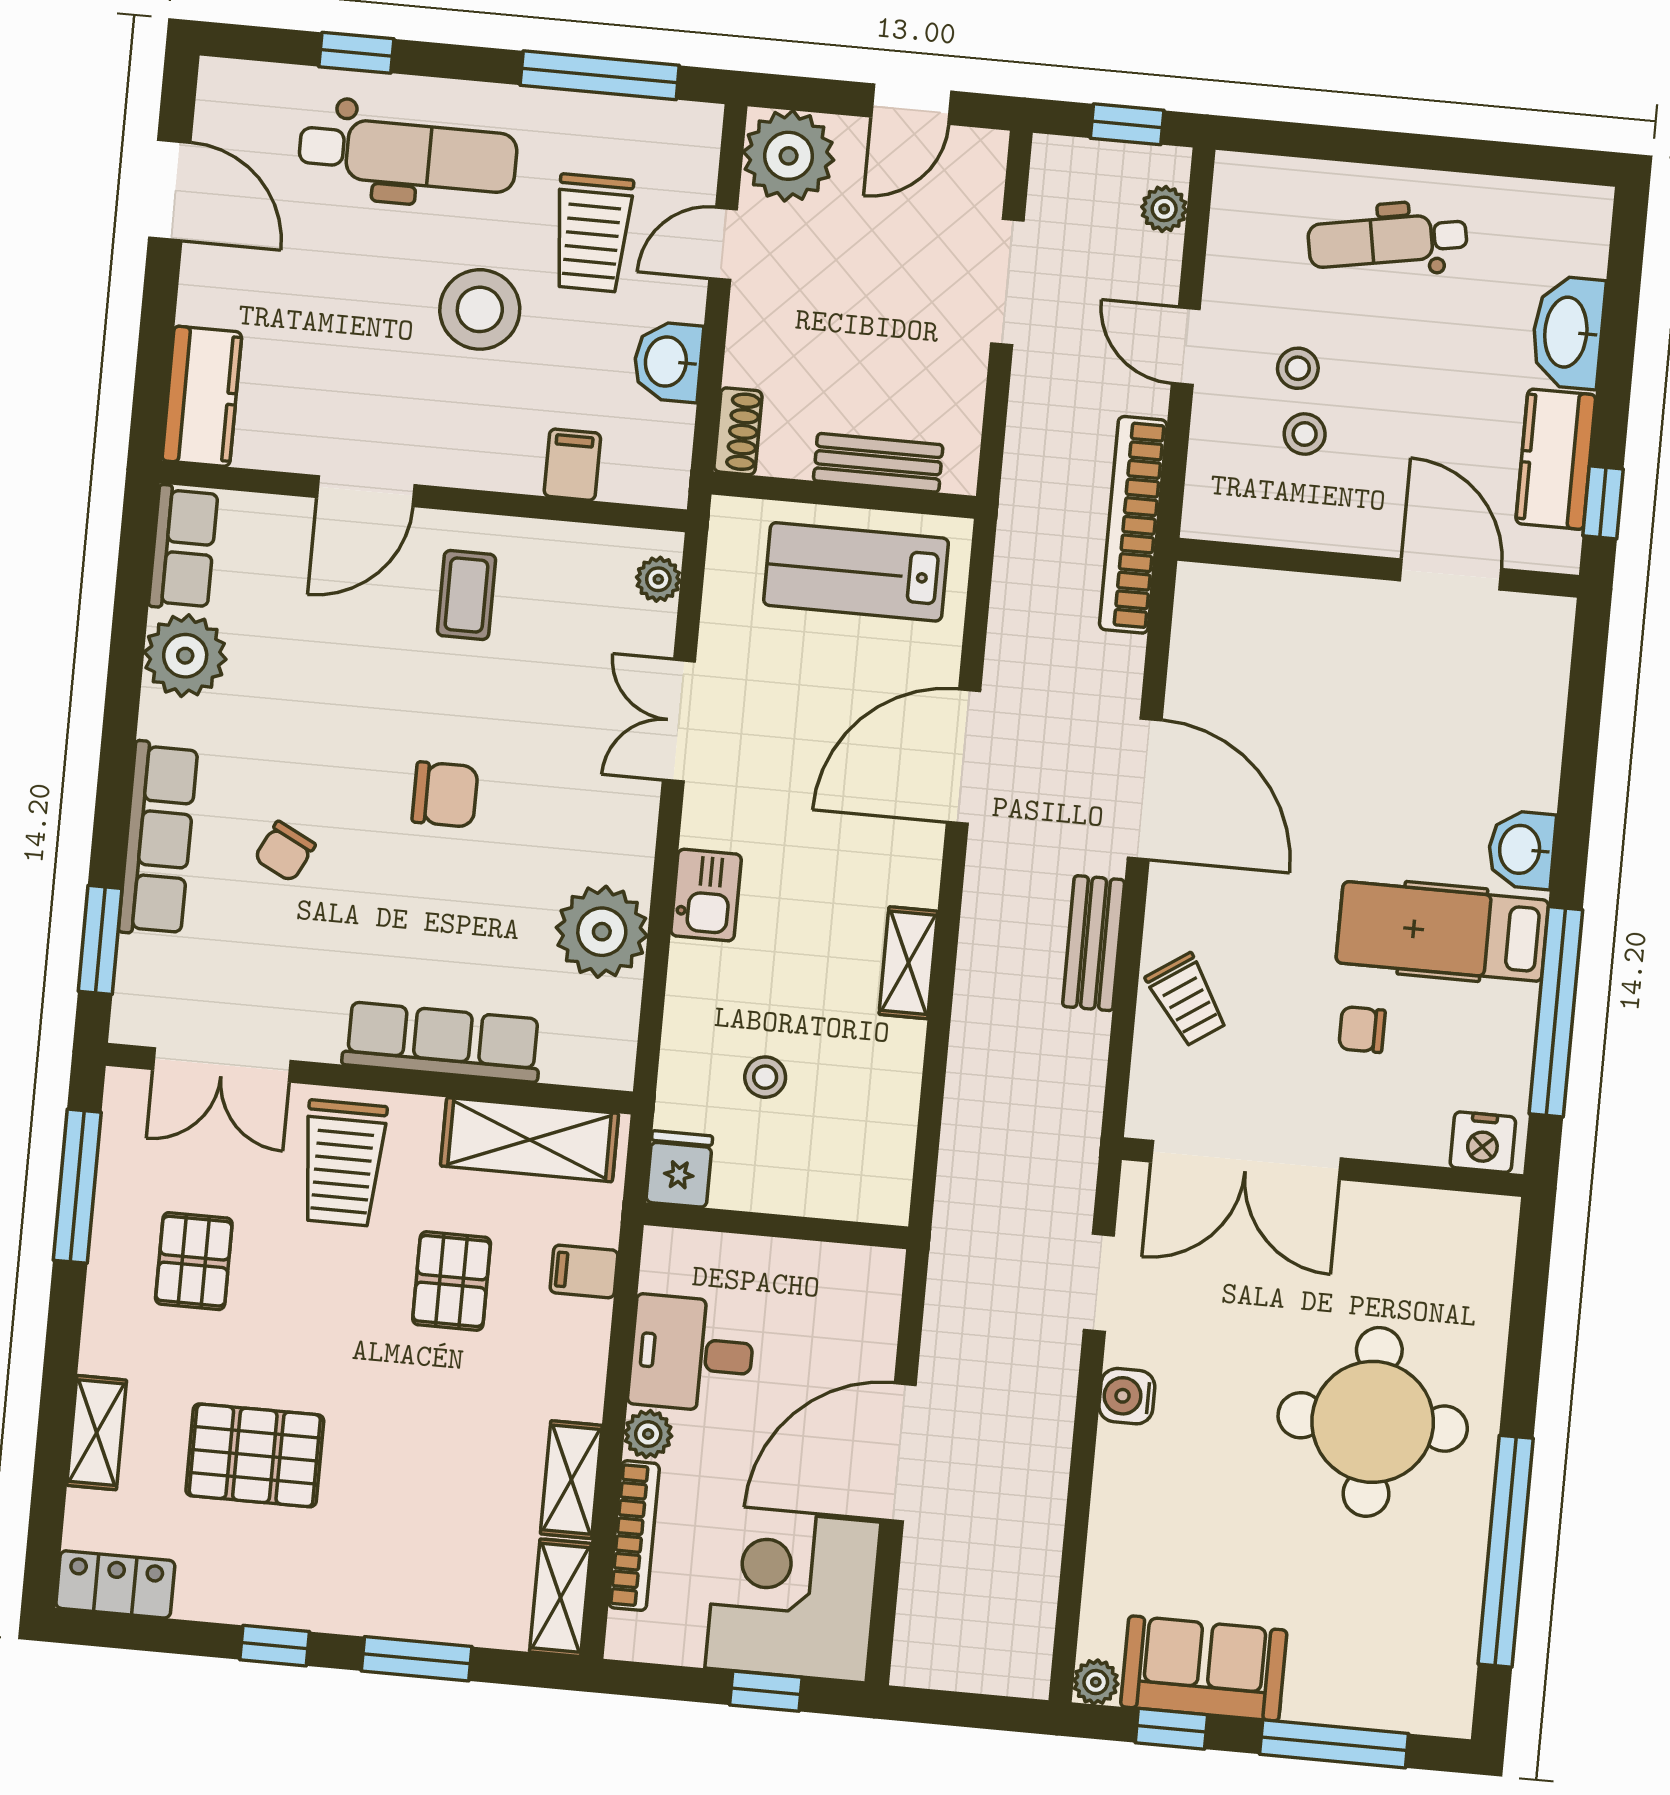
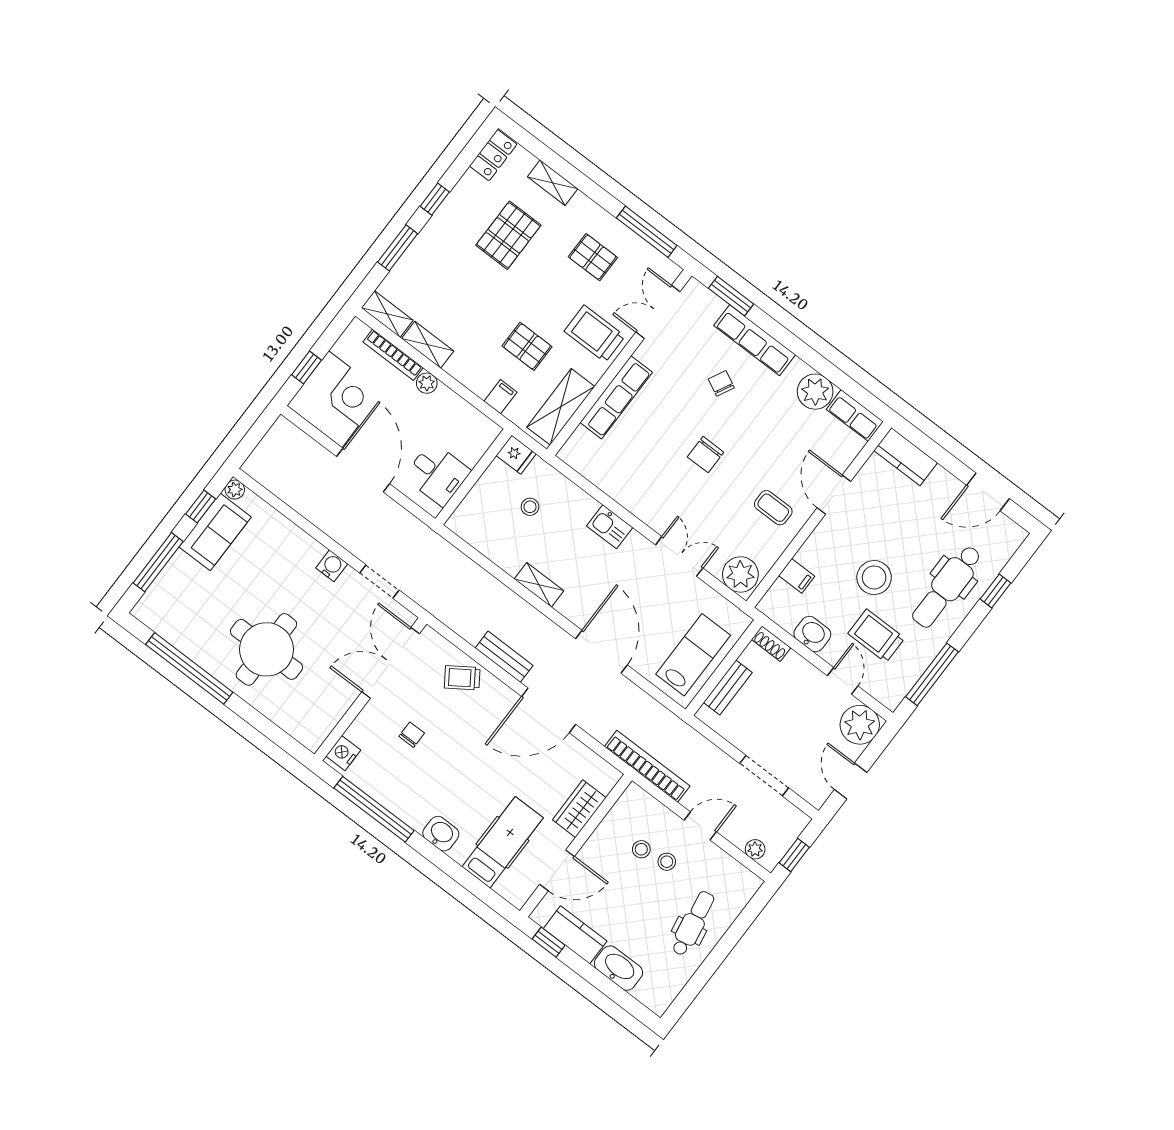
plant: (658, 579) -> (740, 574), width x1.88, depth x1.88
wardrobe: (1301, 607) -> (579, 809), added
hospital bed: (1442, 931) -> (503, 842), moved
plant: (602, 932) -> (620, 480), removed
desk: (692, 1354) -> (437, 474), moved, turned 90

